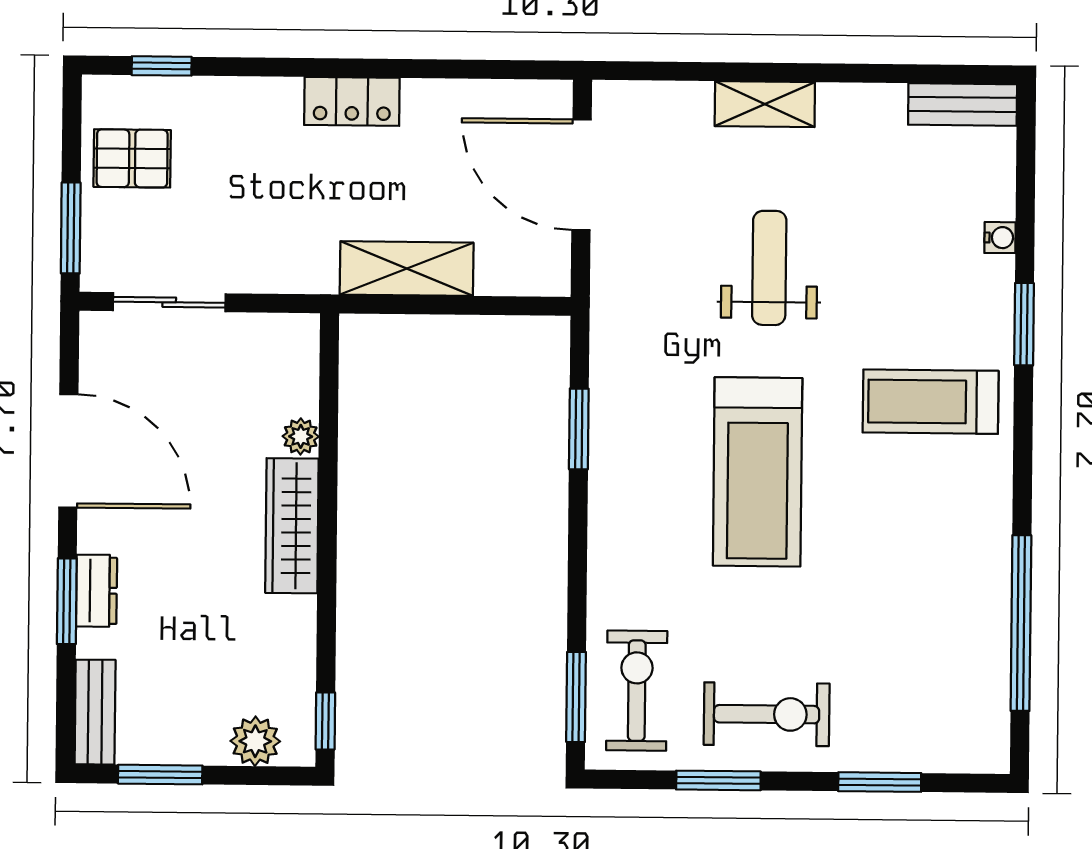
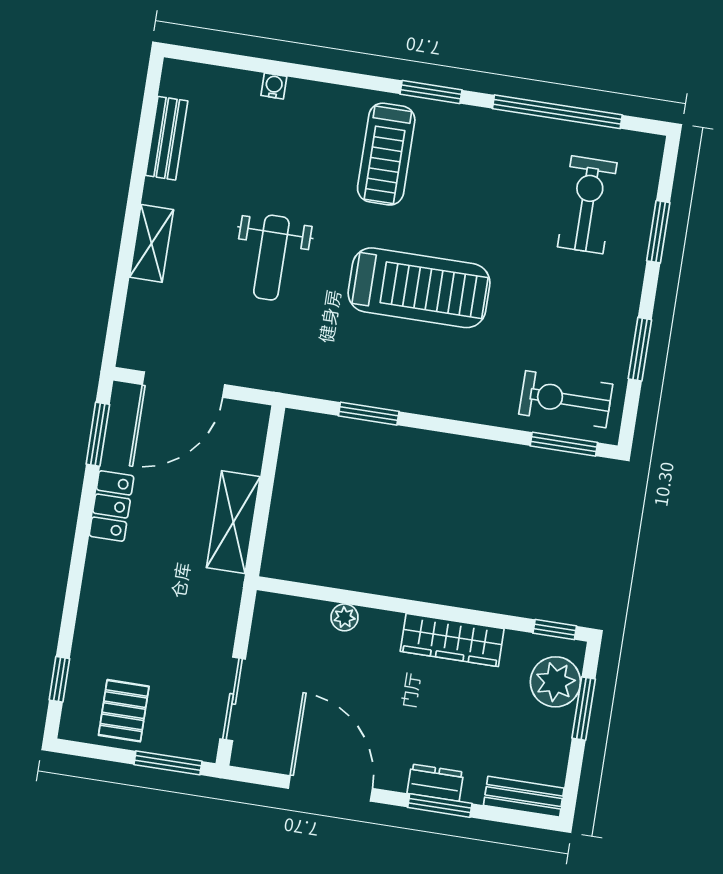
window: (498, 69) -> (98, 434), added
locker: (352, 101) -> (112, 506), moved
bench: (963, 104) -> (167, 138), moved
weight bench: (769, 268) -> (271, 258), turned -90
window: (1024, 324) -> (431, 92), moved
door: (68, 451) -> (330, 788), hinge flipped
wardrobe: (292, 526) -> (452, 640), moved
exercise bike: (767, 714) -> (587, 205), moved
plant: (255, 741) -> (555, 682), width x1.36, depth x1.36
window: (160, 775) -> (584, 709), moved

